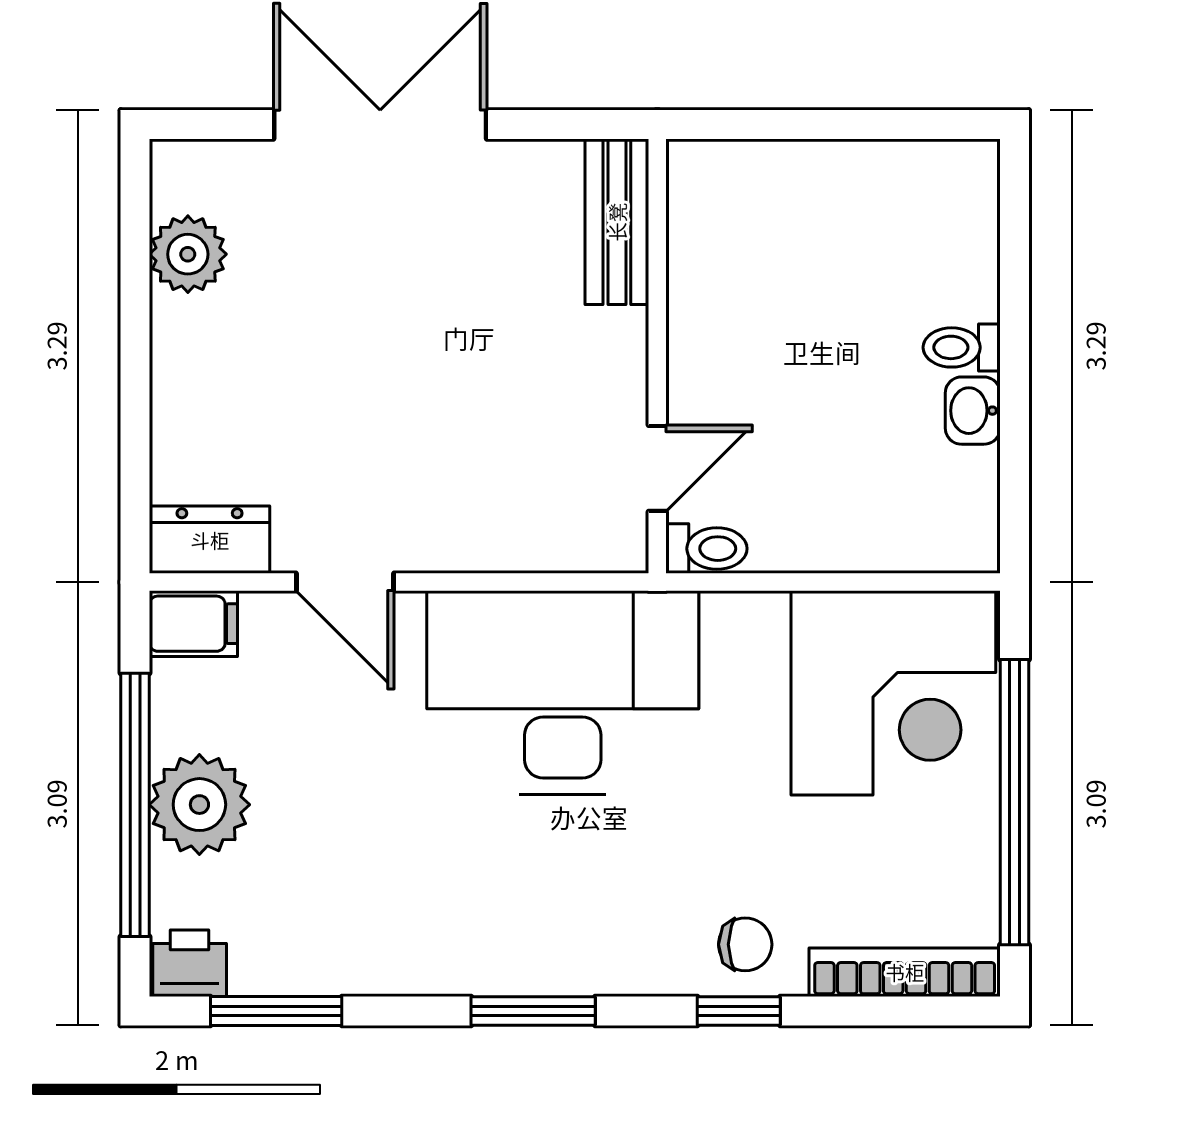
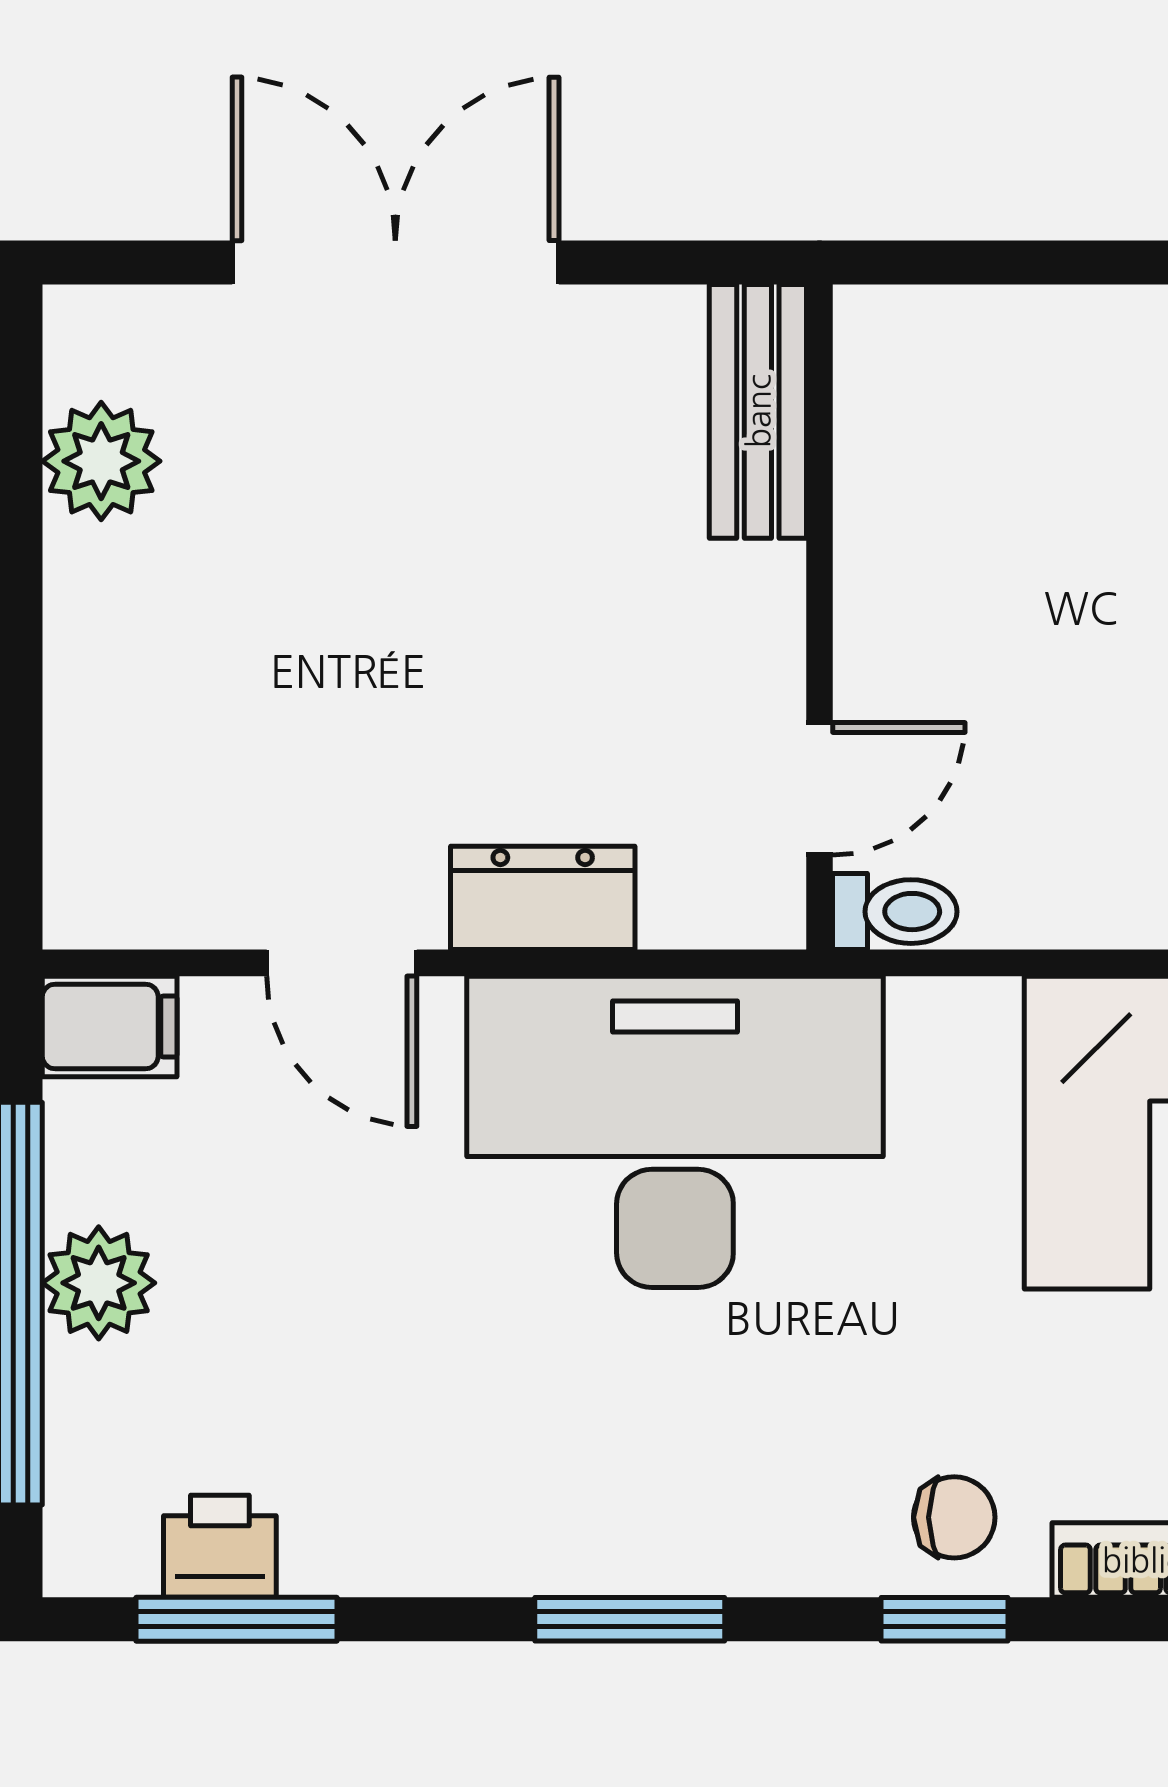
dresser: (210, 540) -> (543, 898), moved
plant: (199, 805) -> (99, 1283), width x0.73, depth x0.73
printer: (190, 963) -> (220, 1546), moved

